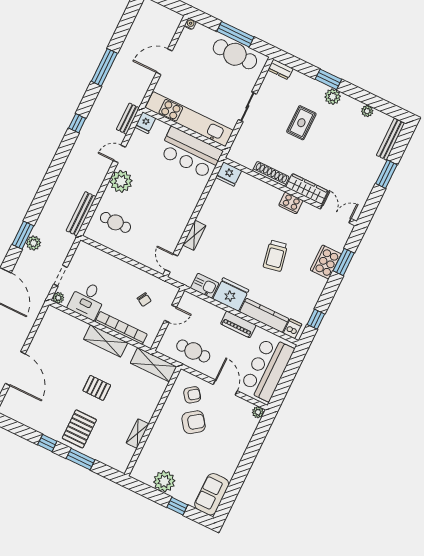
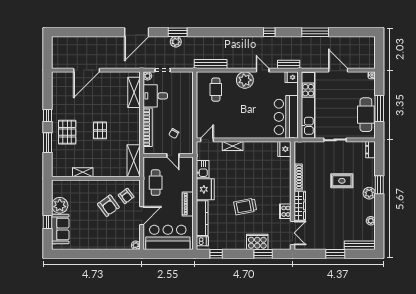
cooker: (291, 203) -> (285, 211), moved
shelving: (106, 341) -> (134, 92), moved
pallet: (79, 429) -> (67, 132), turned 90
sofa: (212, 494) -> (60, 229), moved, turned 90

